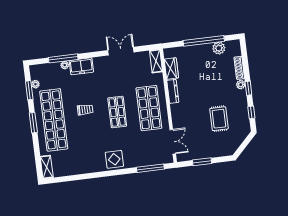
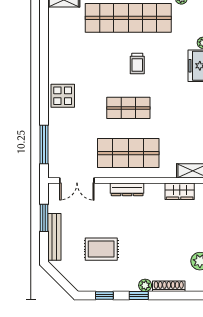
dresser: (173, 91) -> (127, 189), moved
bench: (214, 153) -> (54, 237), added

